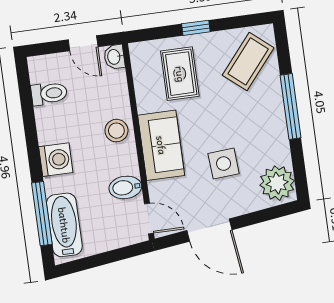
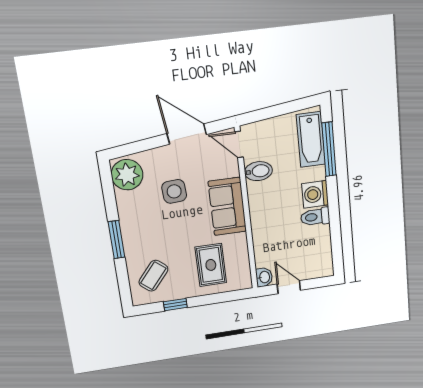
window: (196, 28) -> (175, 305), moved
coffee table: (248, 61) -> (153, 276), width x0.73, depth x0.77
toilet: (49, 93) -> (315, 217), moved
window: (291, 106) -> (116, 240), width x0.69
stool: (116, 131) -> (264, 218), removed

